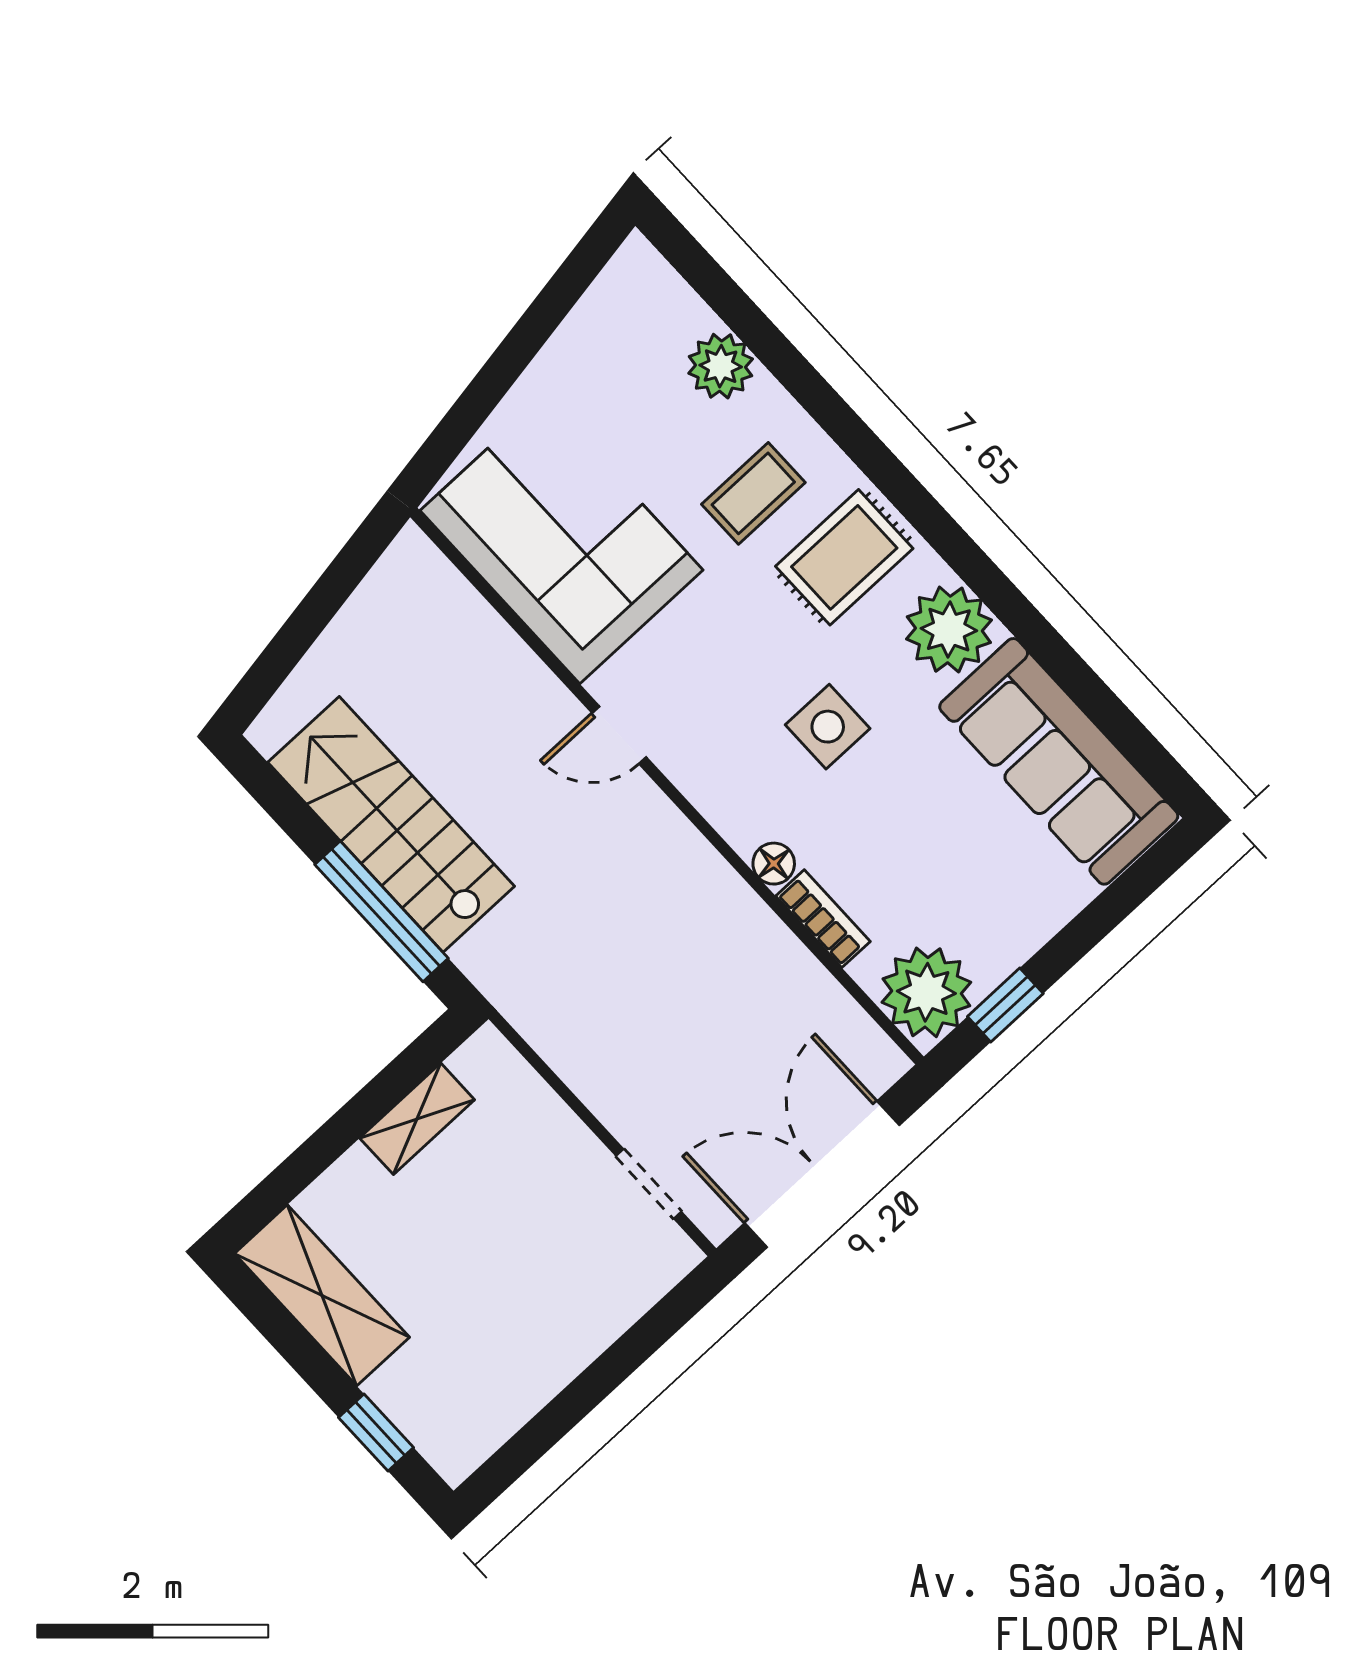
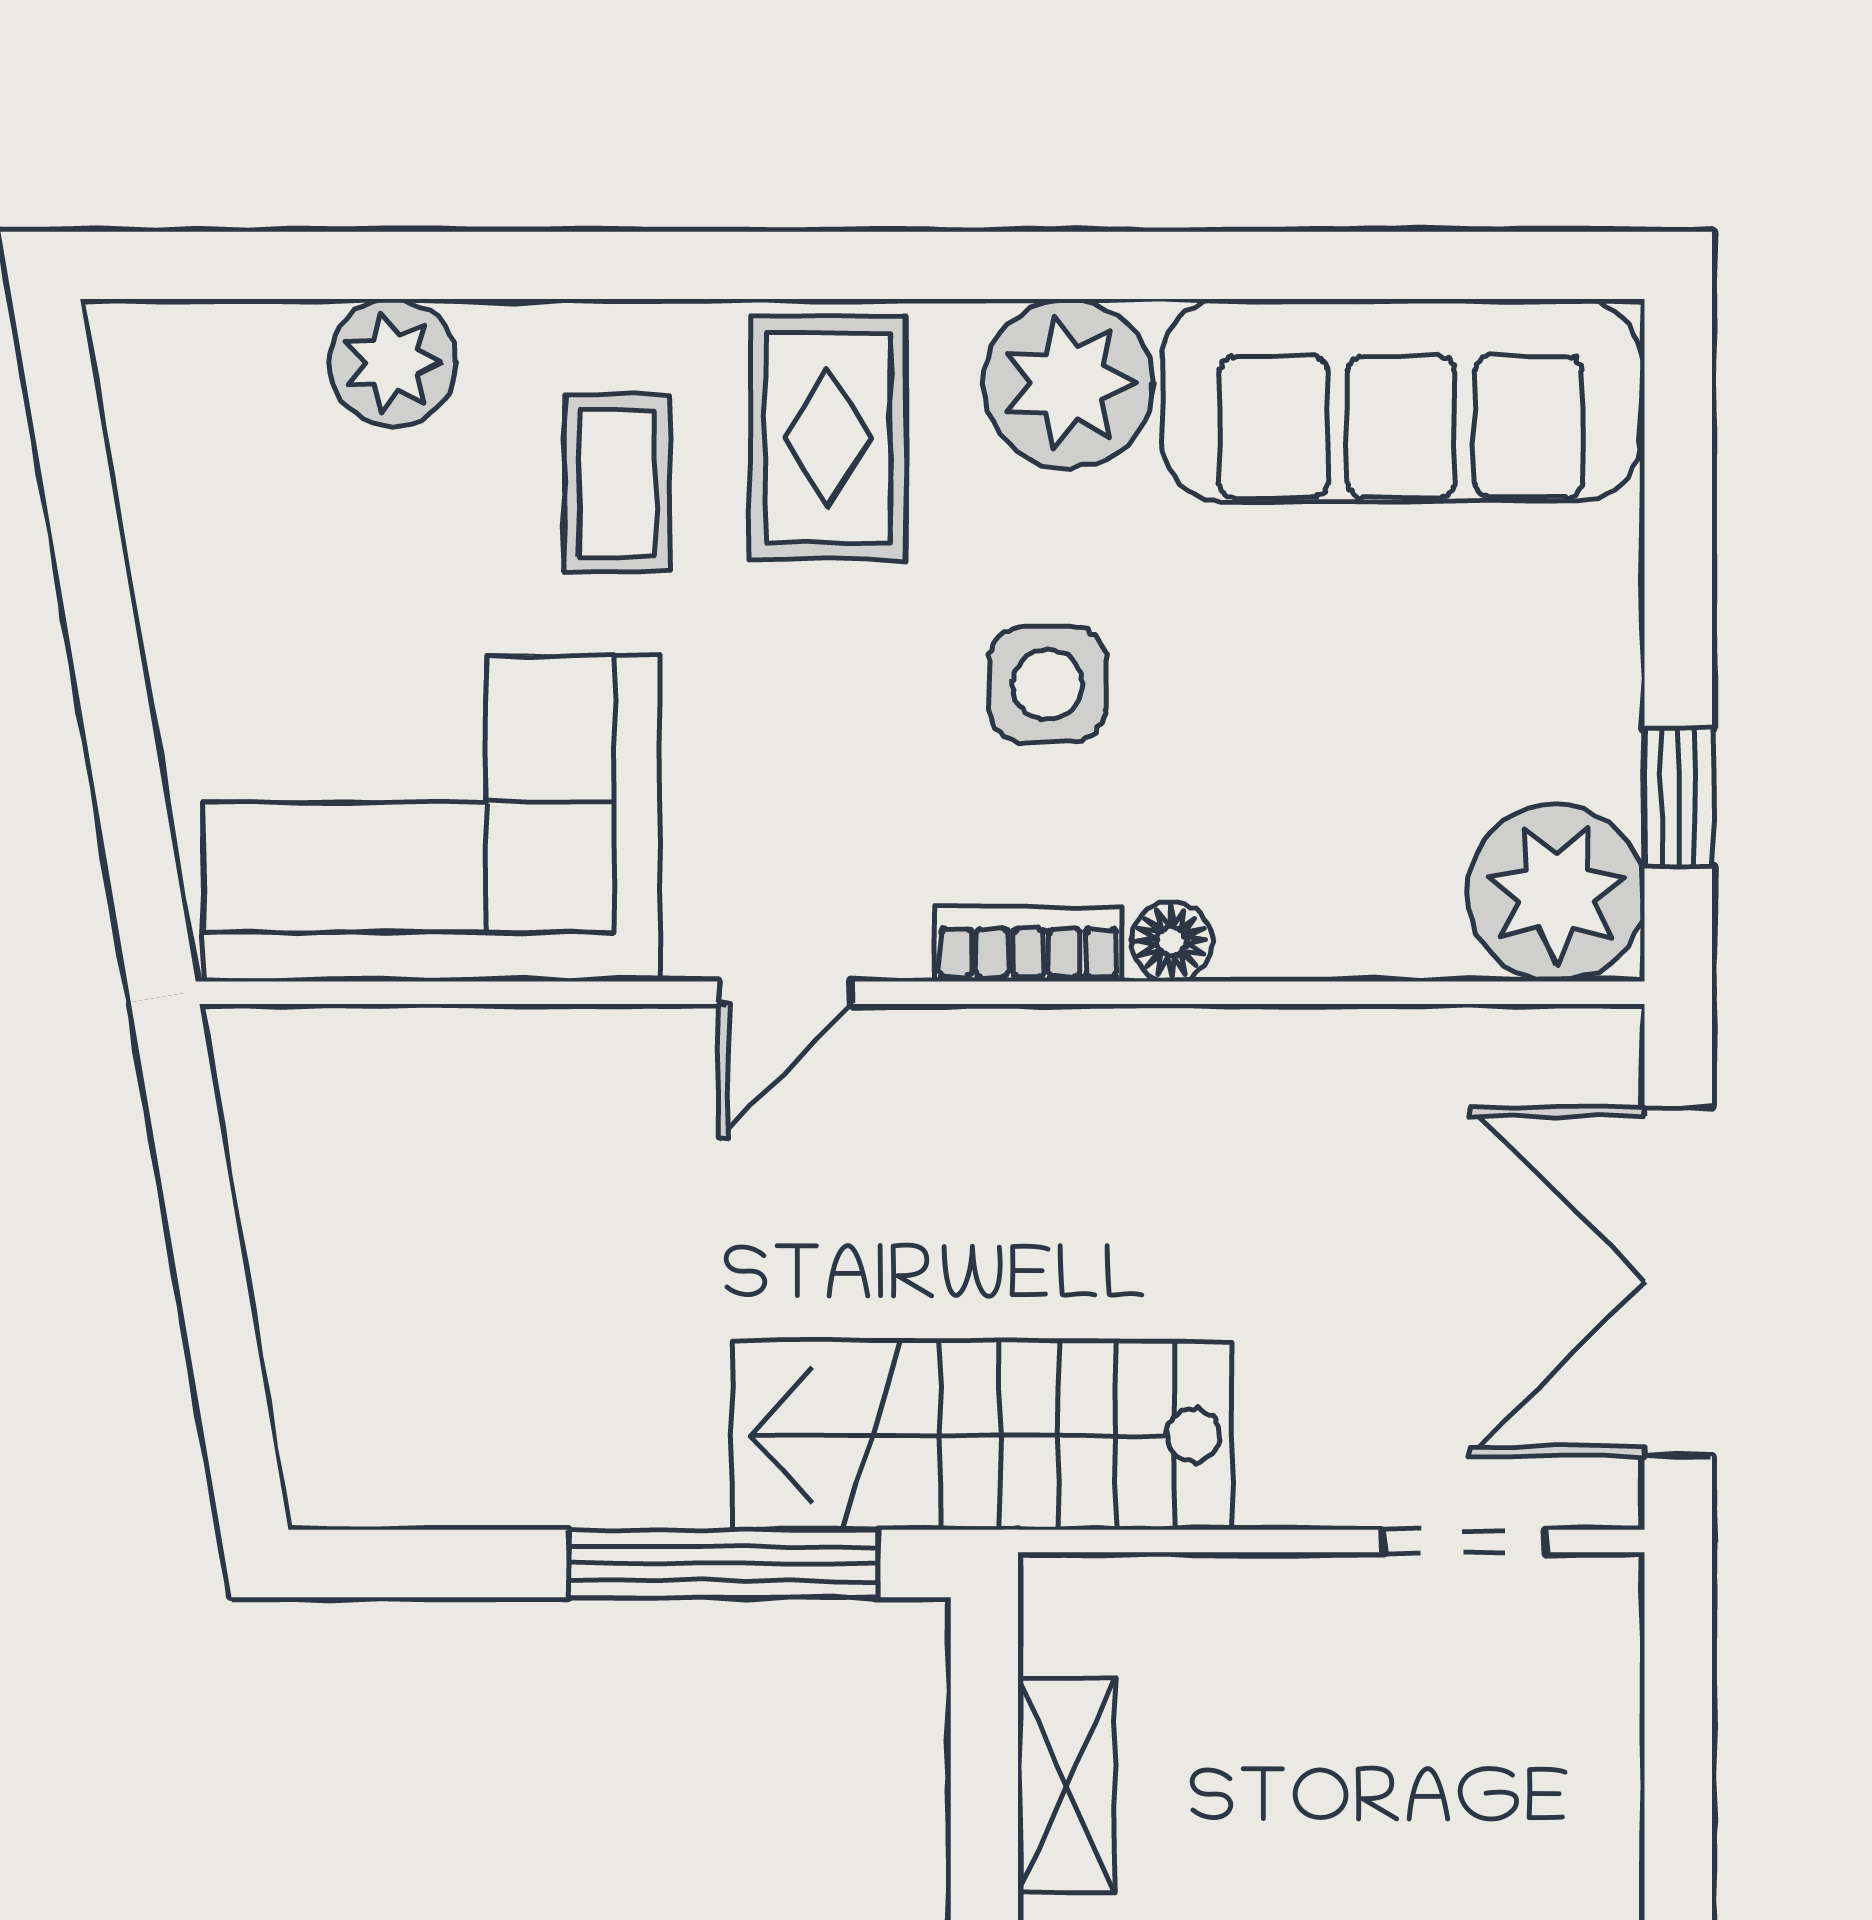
stairs: (391, 824) -> (982, 1435), moved
bookcase: (823, 919) -> (1028, 944), moved

